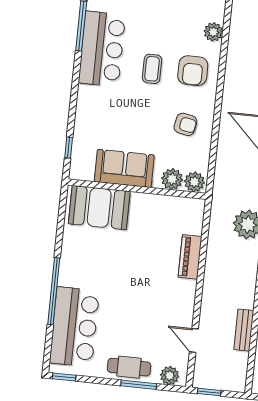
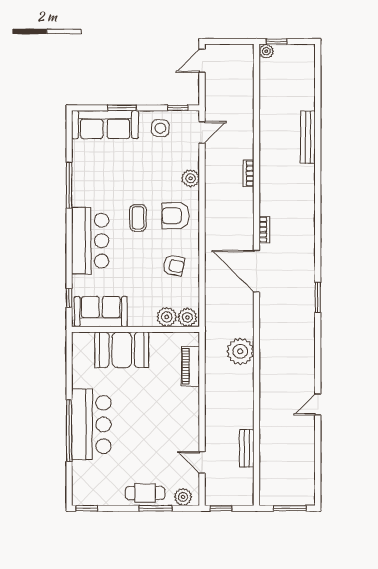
bar counter: (102, 49) -> (90, 241), moved
armchair: (193, 71) -> (175, 216), turned 90
sofa: (124, 168) -> (101, 312), moved
booth: (99, 208) -> (122, 350), moved
piano: (190, 257) -> (190, 366), moved
bar counter: (74, 327) -> (91, 424), moved

